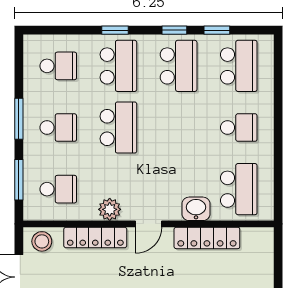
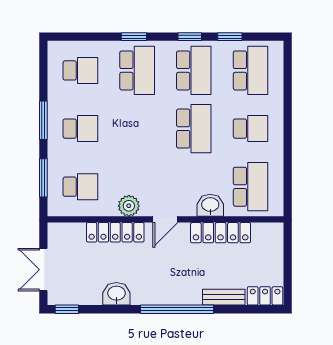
school desk: (118, 128) -> (194, 129), moved
stool: (42, 241) -> (65, 236), removed

